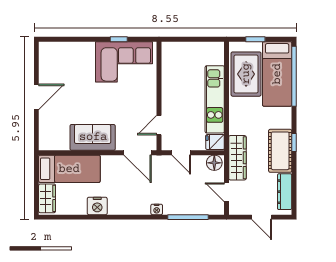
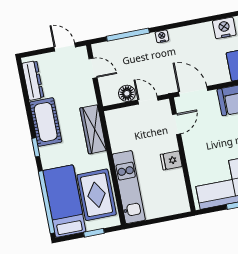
kitchen unit: (215, 99) -> (129, 187), moved
fridge: (215, 142) -> (171, 160), moved, turned 180
window: (294, 142) -> (36, 147), moved
wardrobe: (237, 158) -> (93, 129), moved
floor lamp: (214, 163) -> (127, 93), moved
door: (262, 217) -> (65, 47), moved

